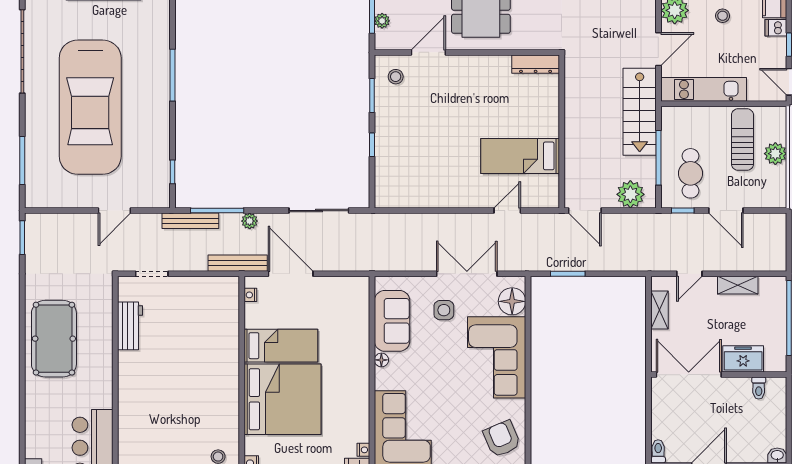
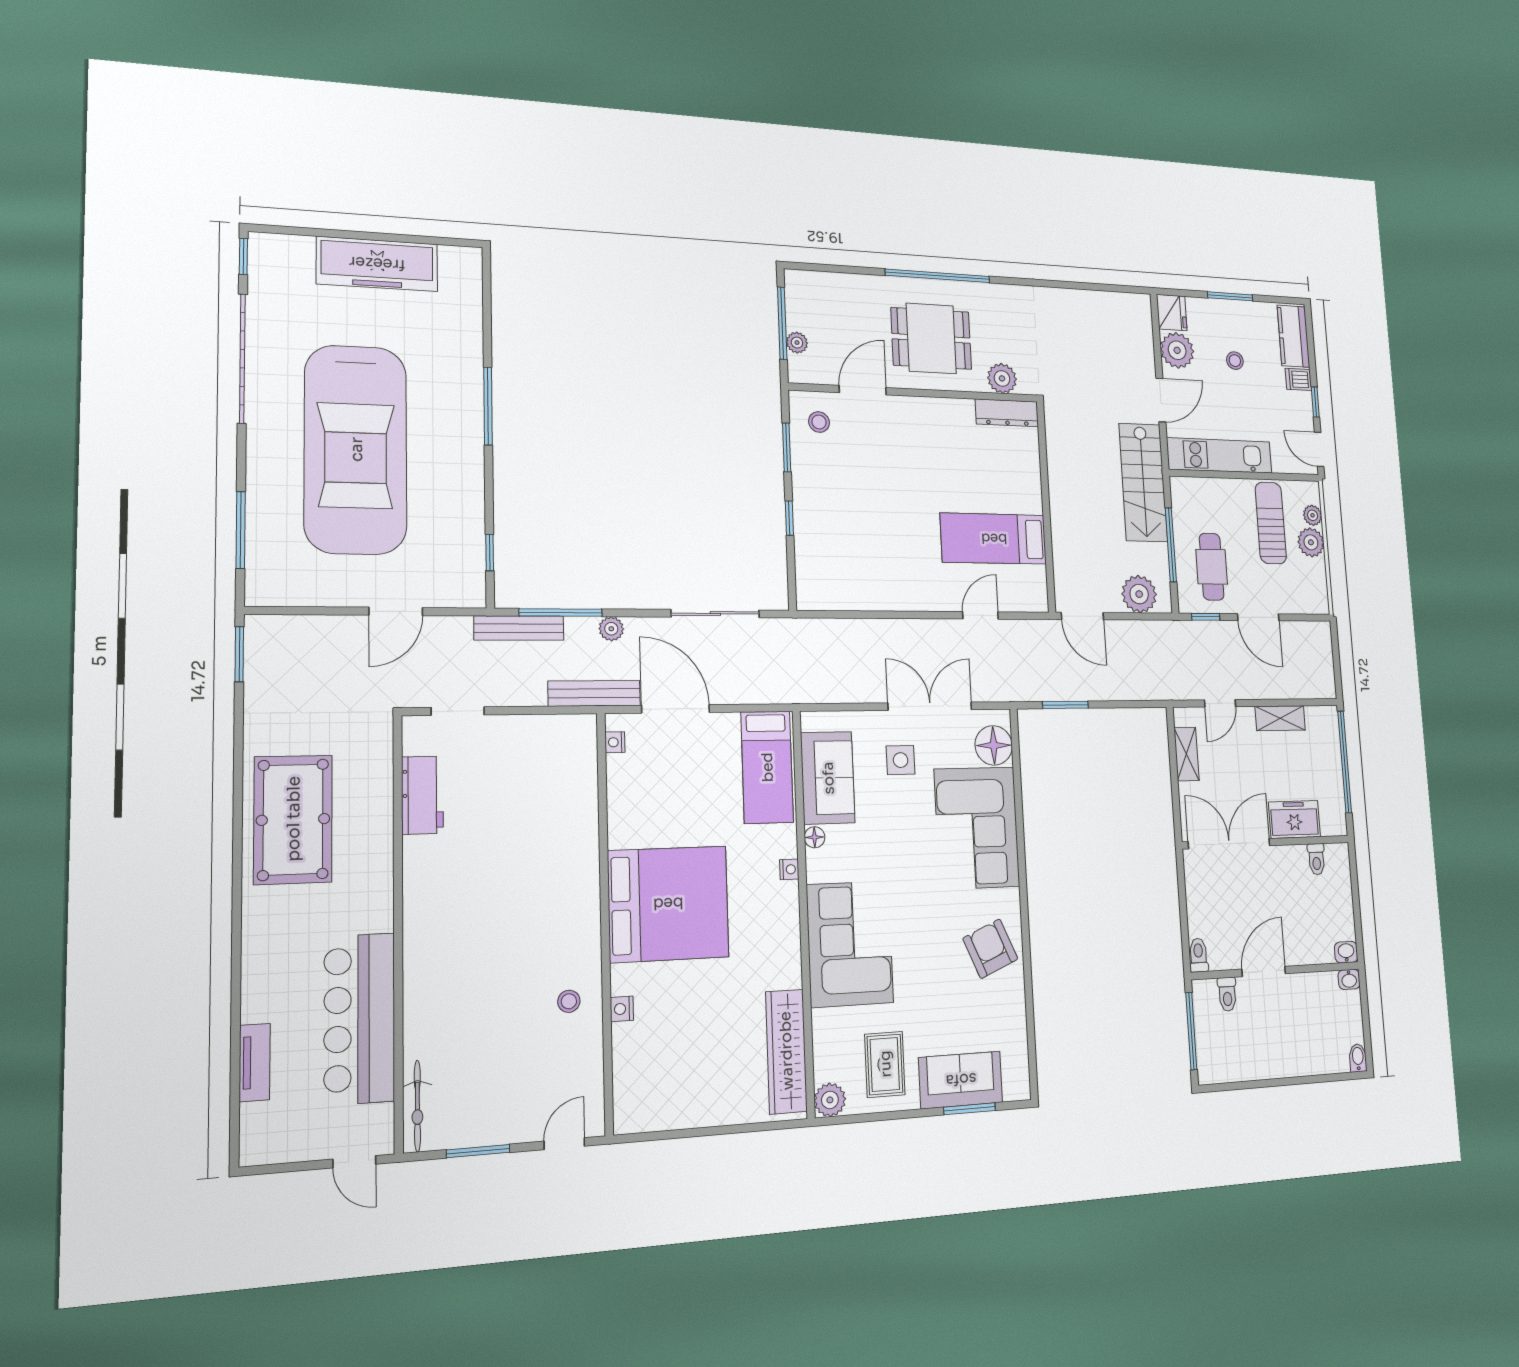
plant: (533, 39) -> (1002, 378), added
plant: (779, 133) -> (1313, 515), added
bed: (281, 346) -> (767, 767), moved, turned 90
nightstand: (363, 450) -> (789, 869), moved

